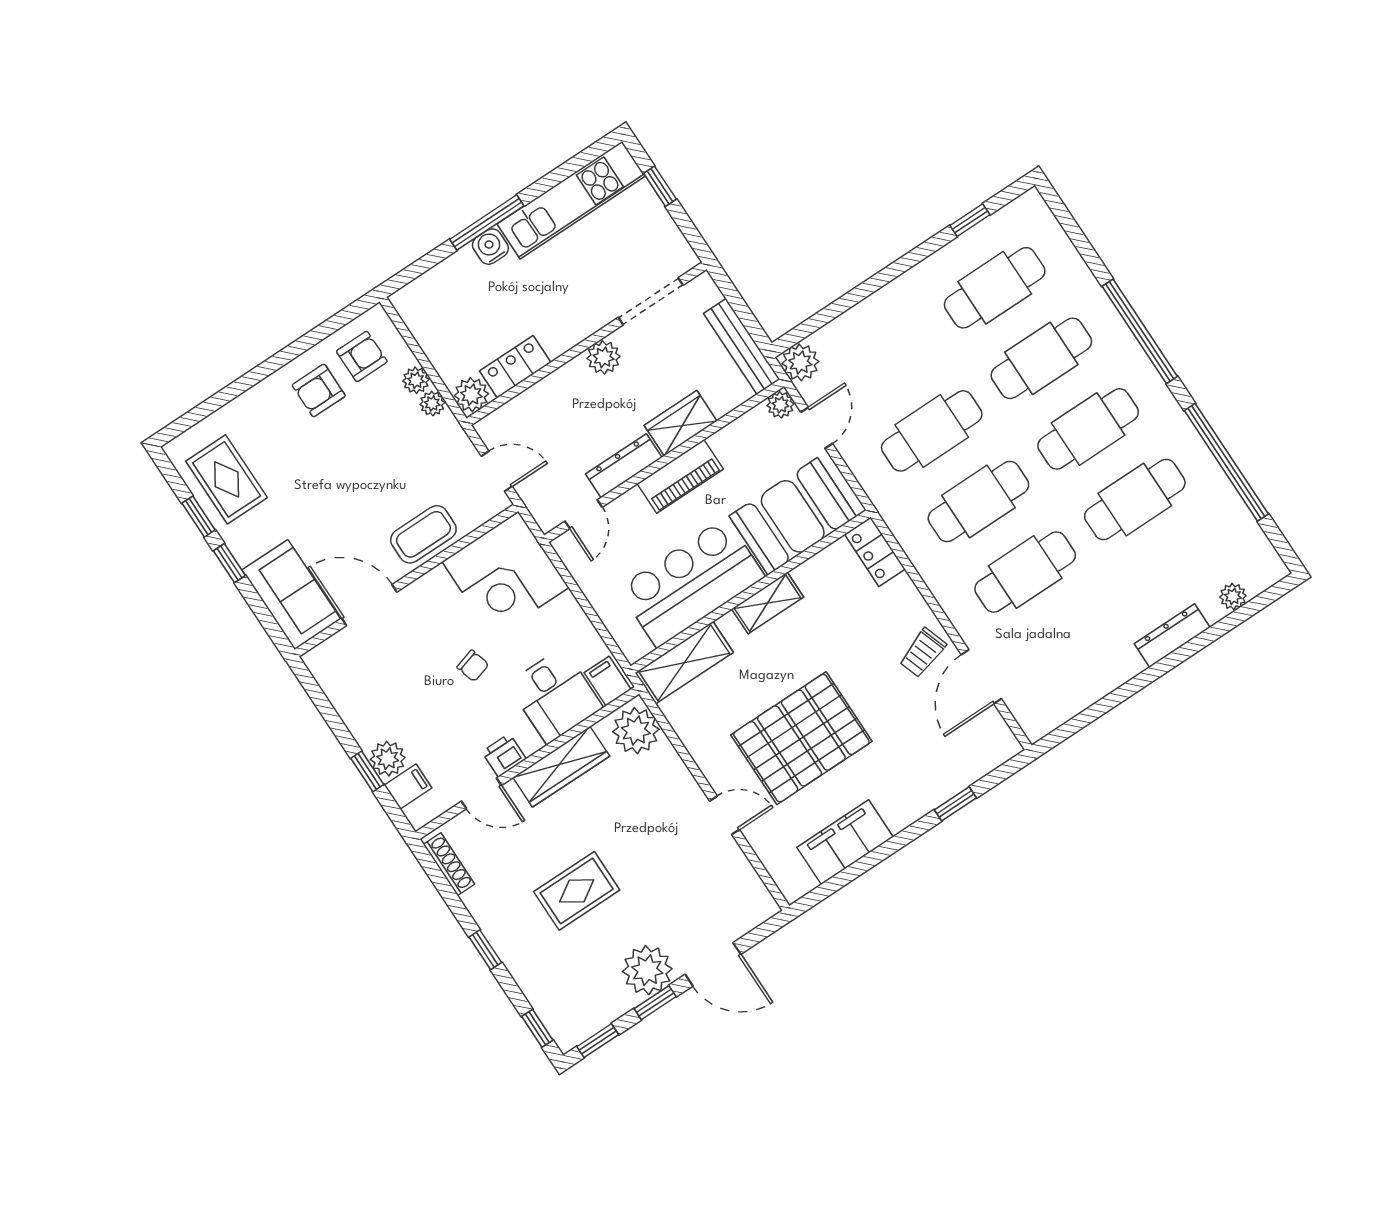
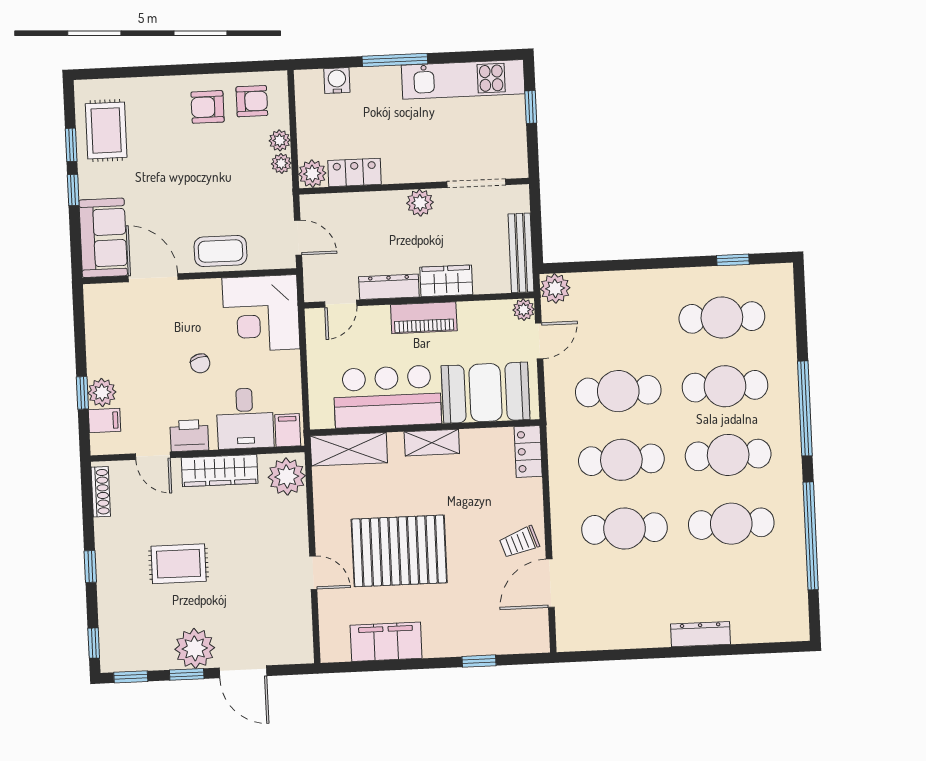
water cooler: (490, 247) -> (337, 80), moved
plant: (1233, 596) -> (759, 632), removed
printer: (504, 755) -> (189, 436), width x1.36, depth x1.24

